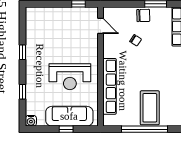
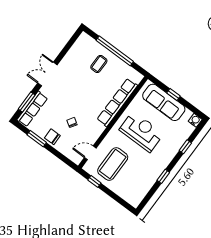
door: (100, 26) -> (90, 153), hinge flipped
coffee table: (74, 31) -> (113, 164), added
coffee table: (150, 108) -> (99, 64), width x0.54, depth x0.58

